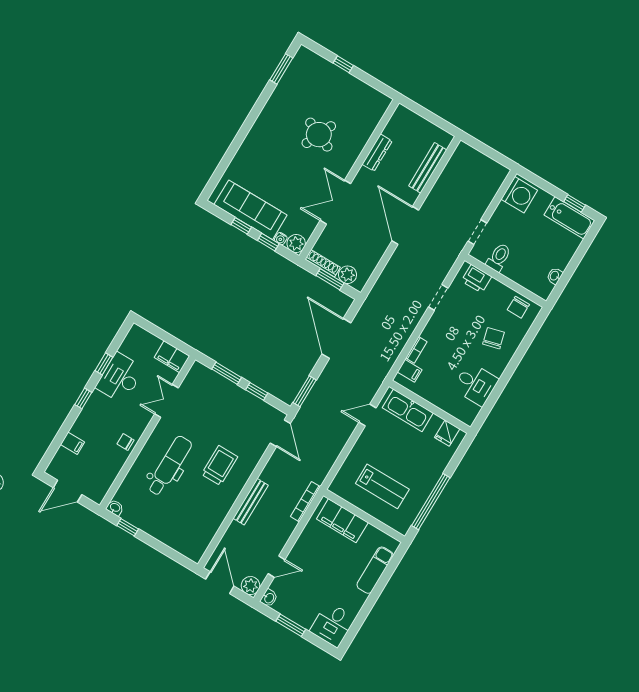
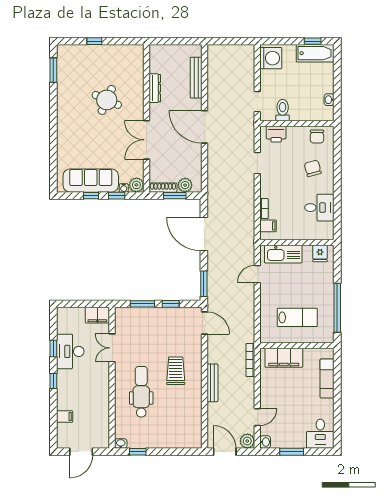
chair: (126, 442) -> (101, 394), removed

